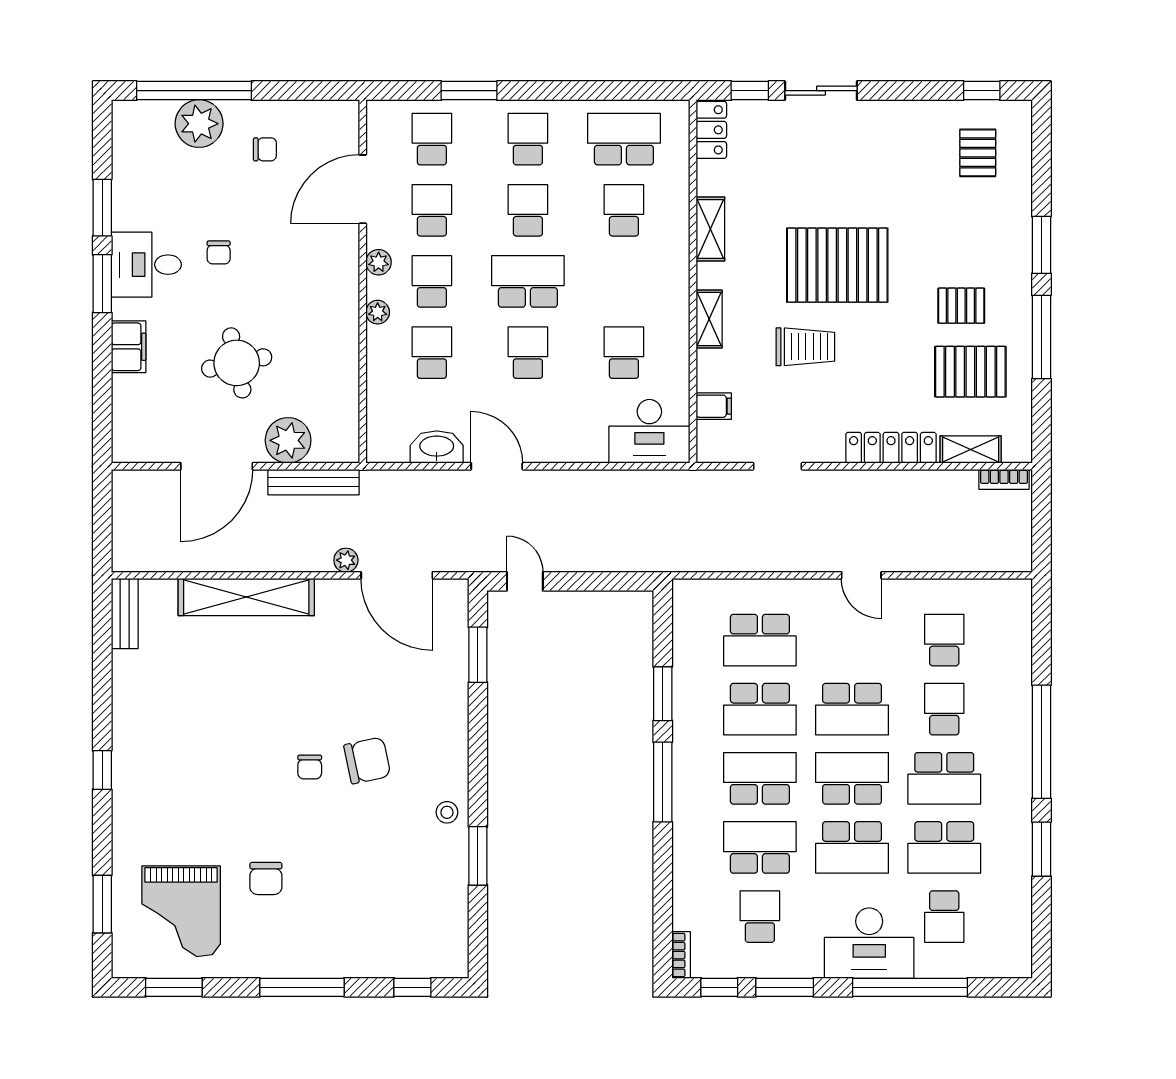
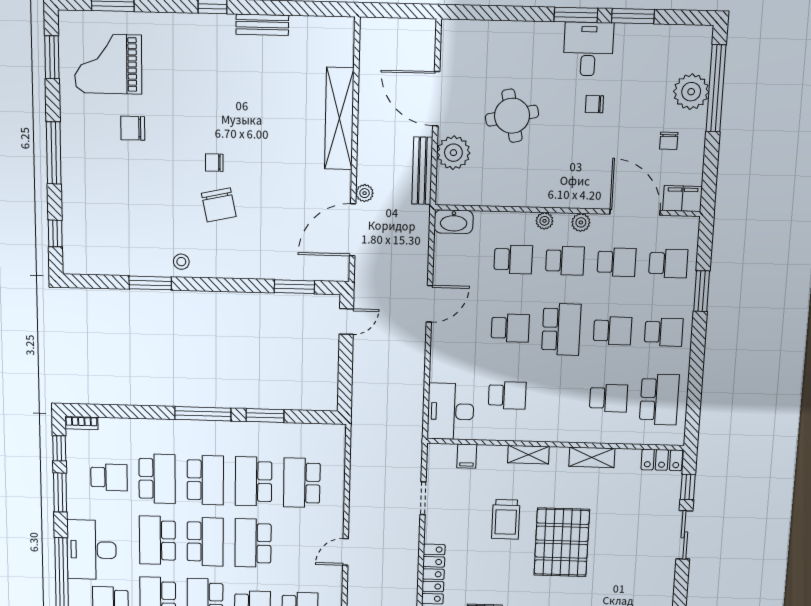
filing cabinet: (129, 347) -> (682, 199), moved, turned 180
washbasin: (437, 447) -> (454, 222), moved, turned 90
bench: (125, 613) -> (262, 25), moved

